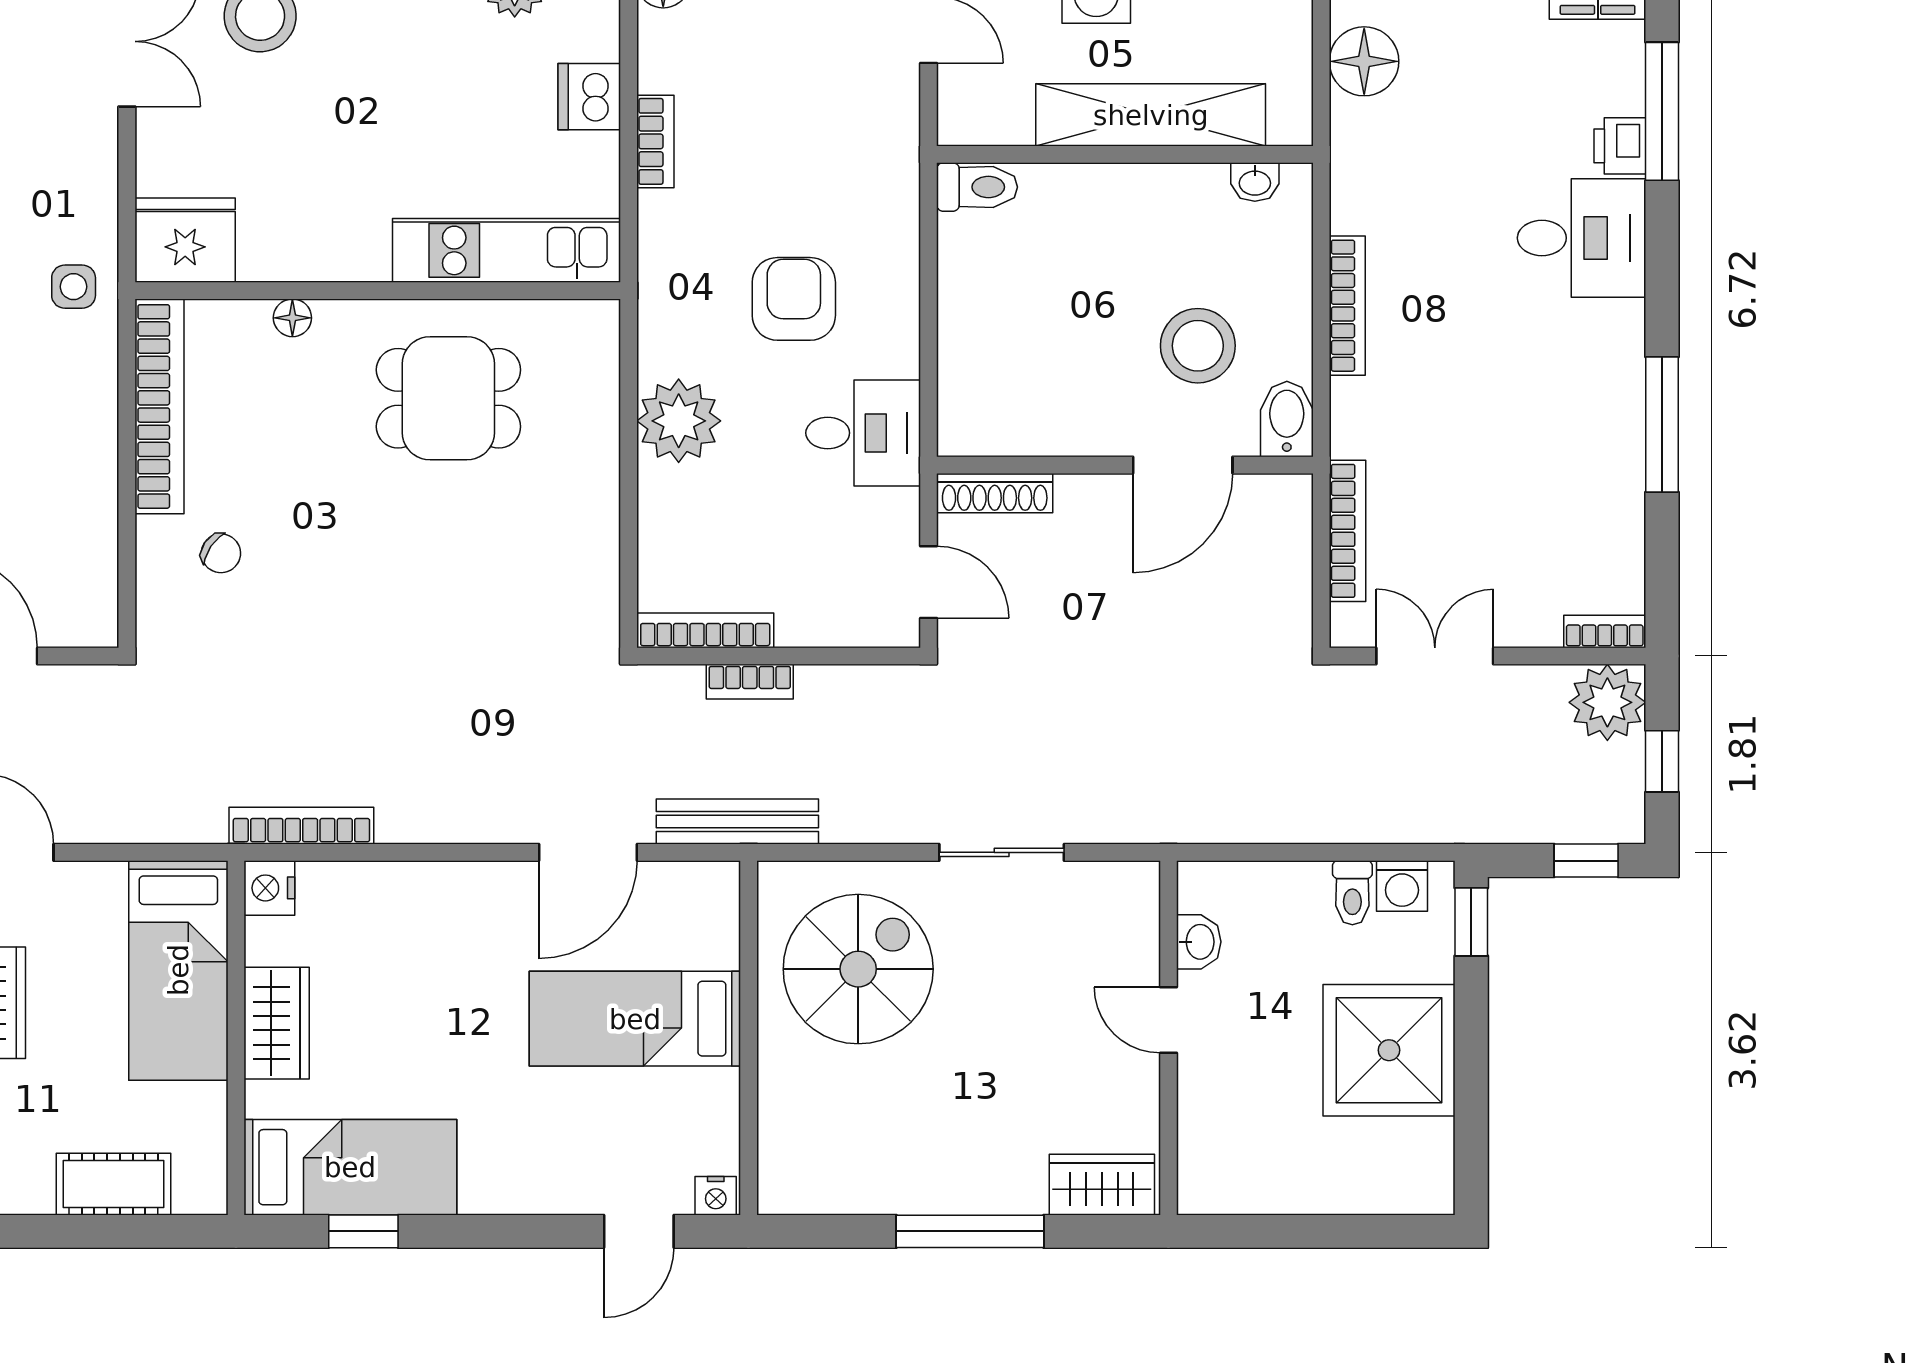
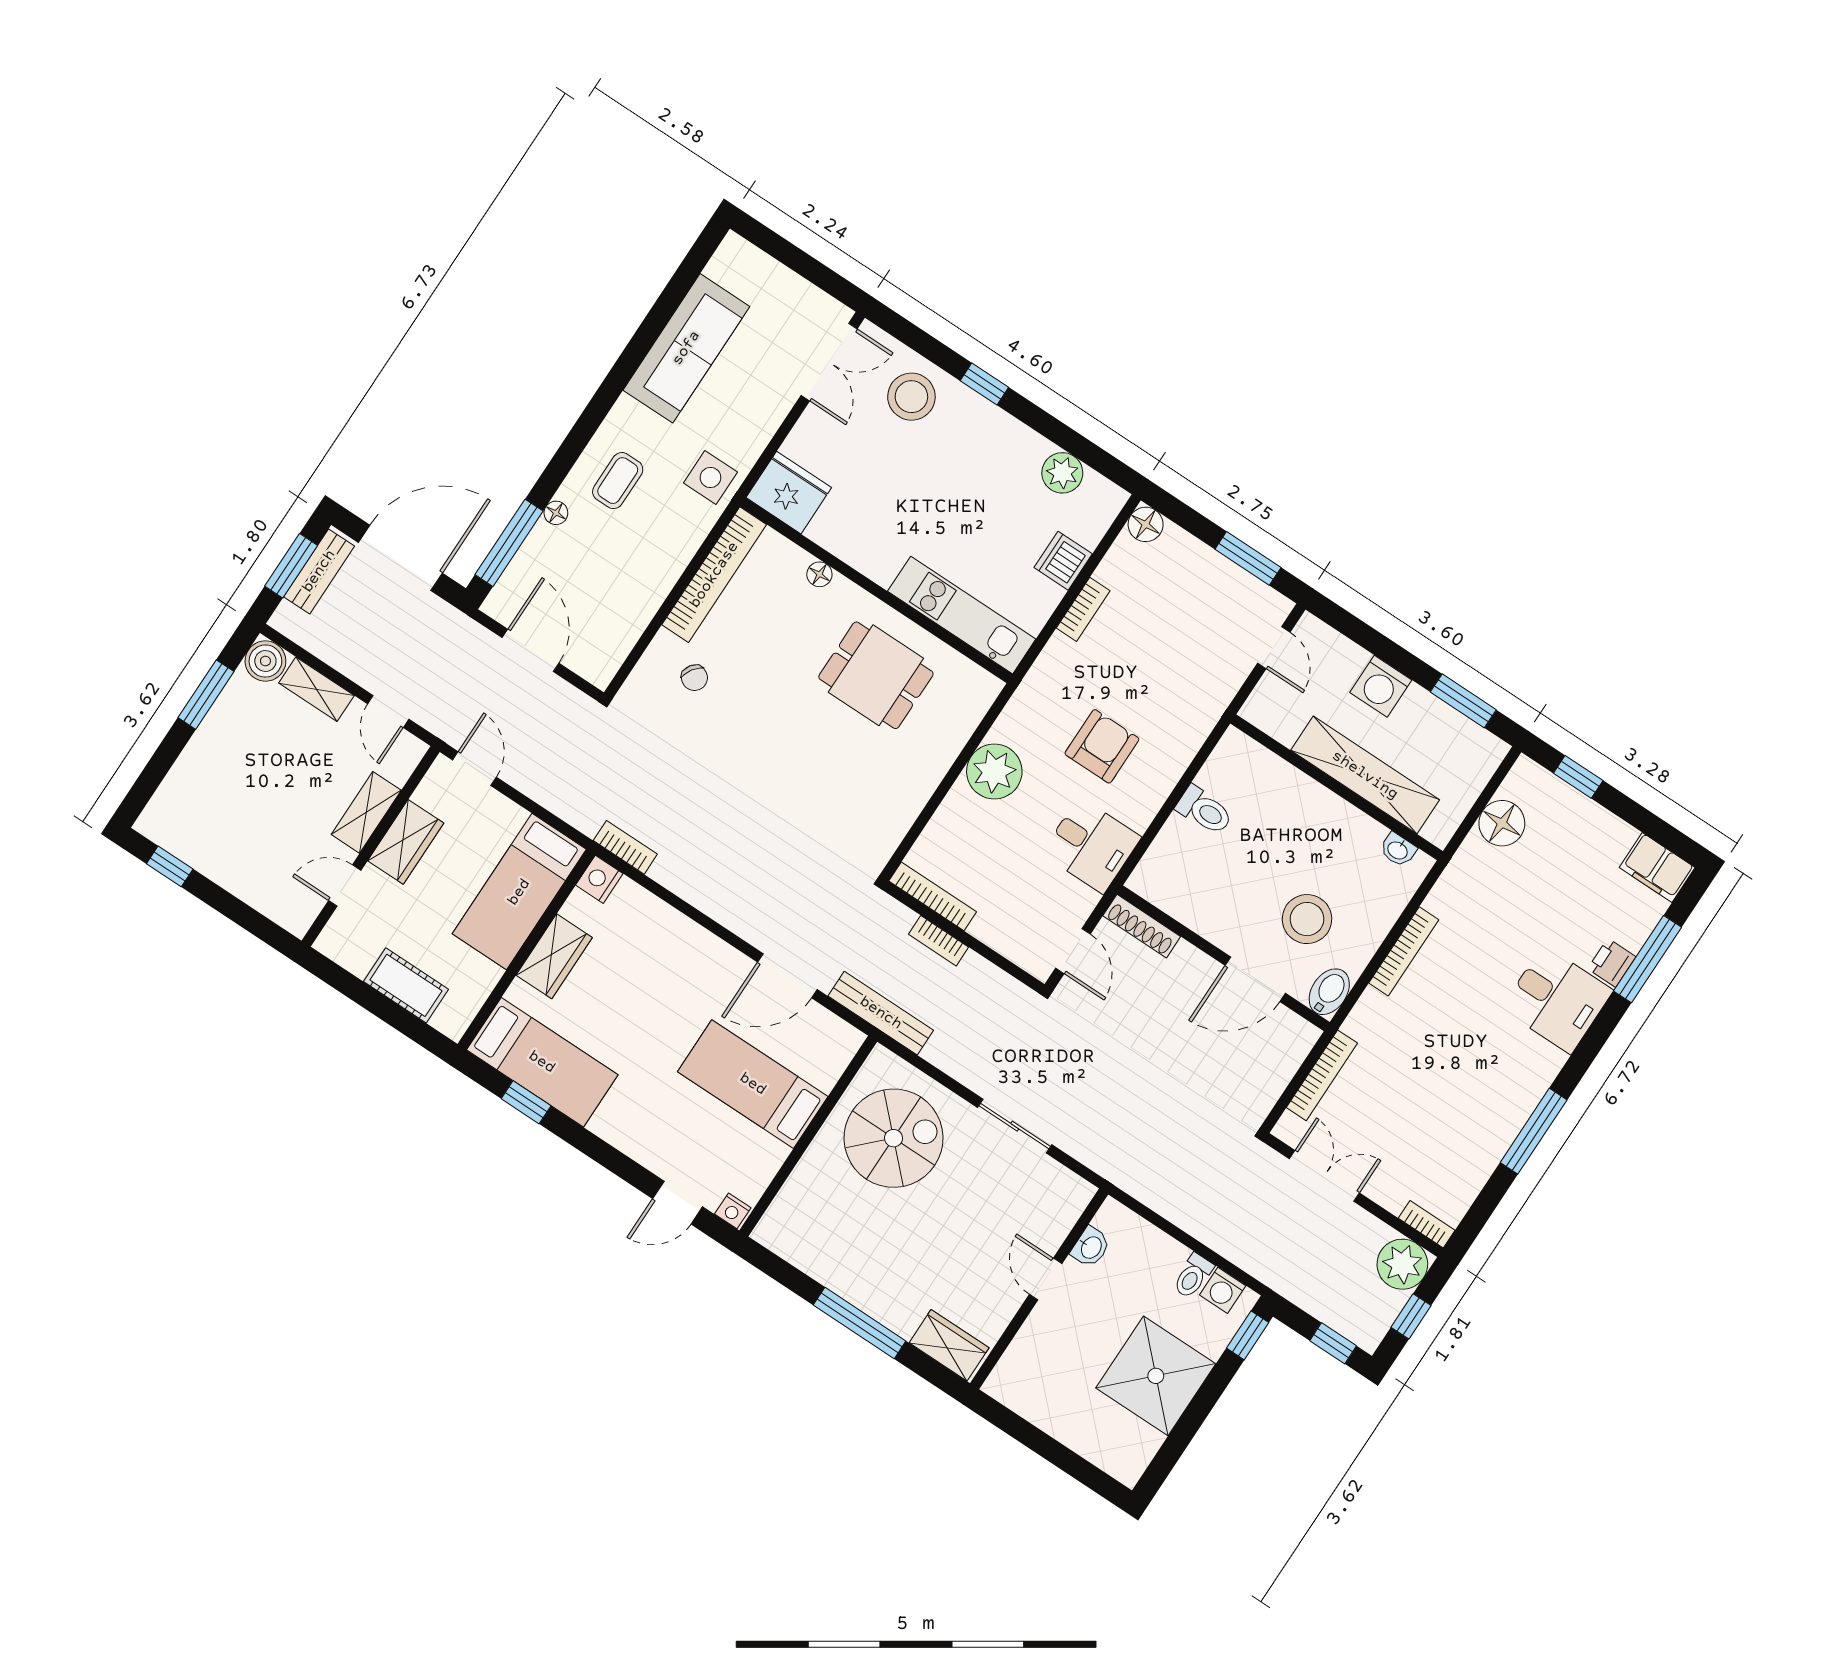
toilet: (977, 187) -> (1204, 810), moved
side table: (74, 287) -> (710, 478), width x1.37, depth x1.37
bookcase: (301, 826) -> (625, 847), width x0.64

